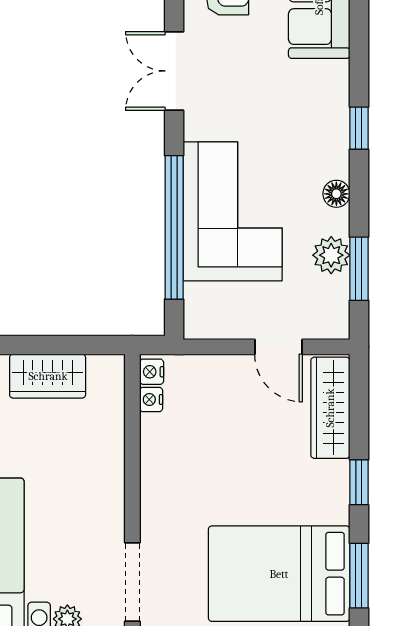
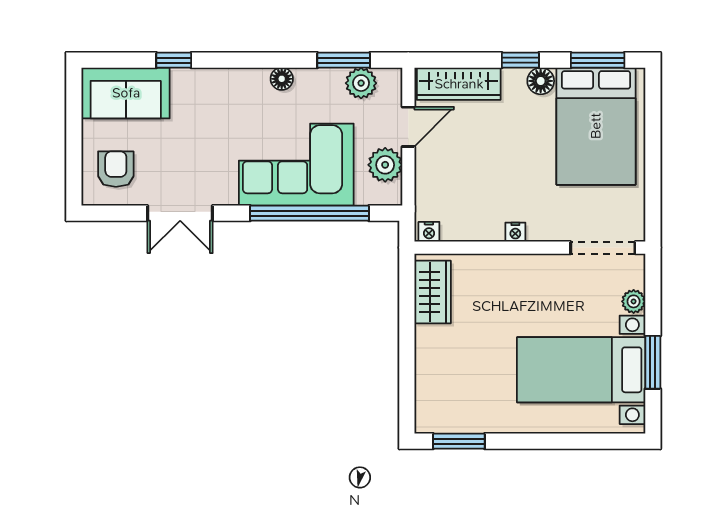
window: (359, 128) -> (174, 60), moved
plant: (331, 255) -> (361, 83), moved
plant: (232, 319) -> (385, 165), added
wardrobe: (48, 376) -> (433, 292), moved
nightstand: (151, 399) -> (515, 232), moved
floor lamp: (334, 507) -> (541, 81), added

